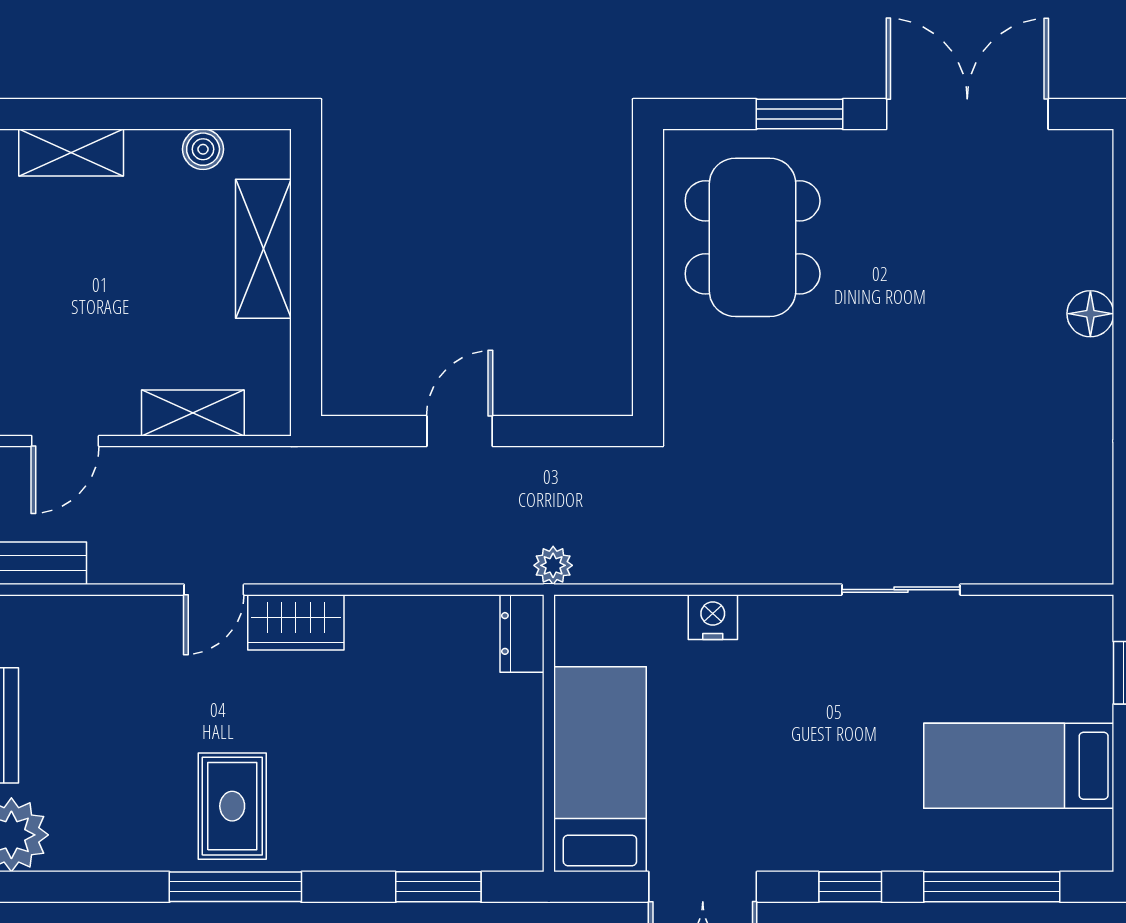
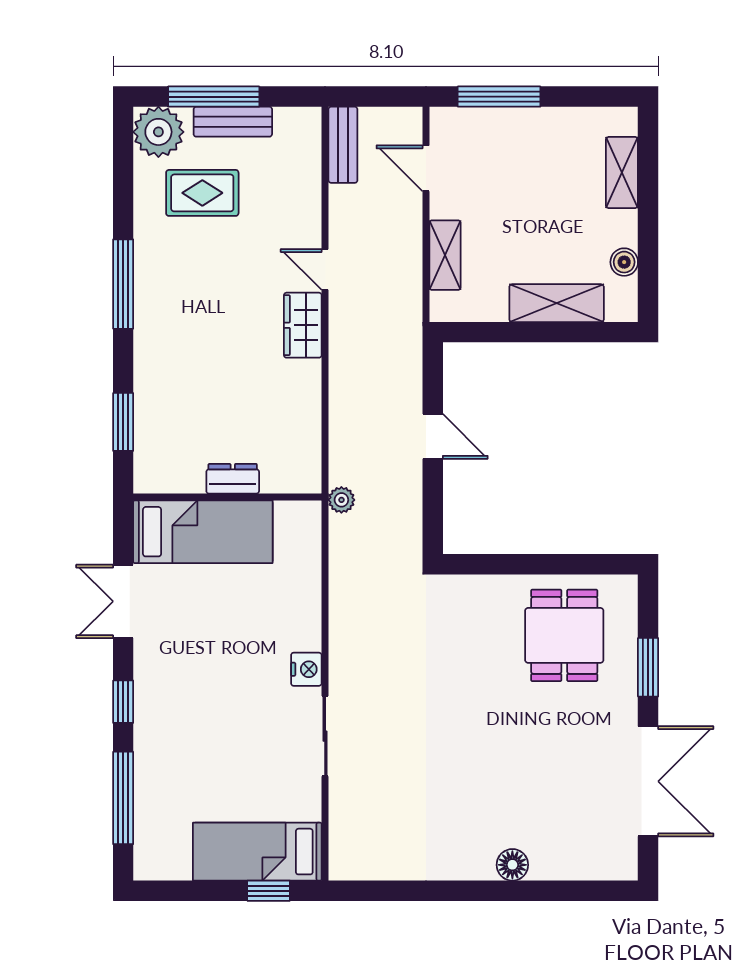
dining table: (753, 237) -> (564, 635), width x0.73
nightstand: (713, 617) -> (306, 669), moved
dresser: (522, 633) -> (233, 479), moved
bed: (1019, 766) -> (257, 852), moved, turned -90
rug: (232, 806) -> (202, 193), moved

